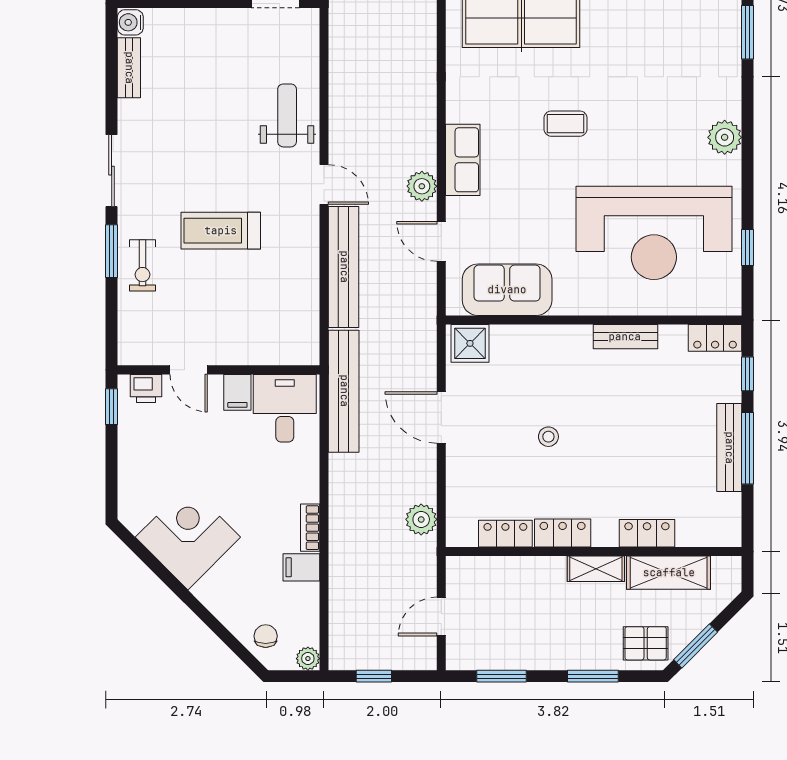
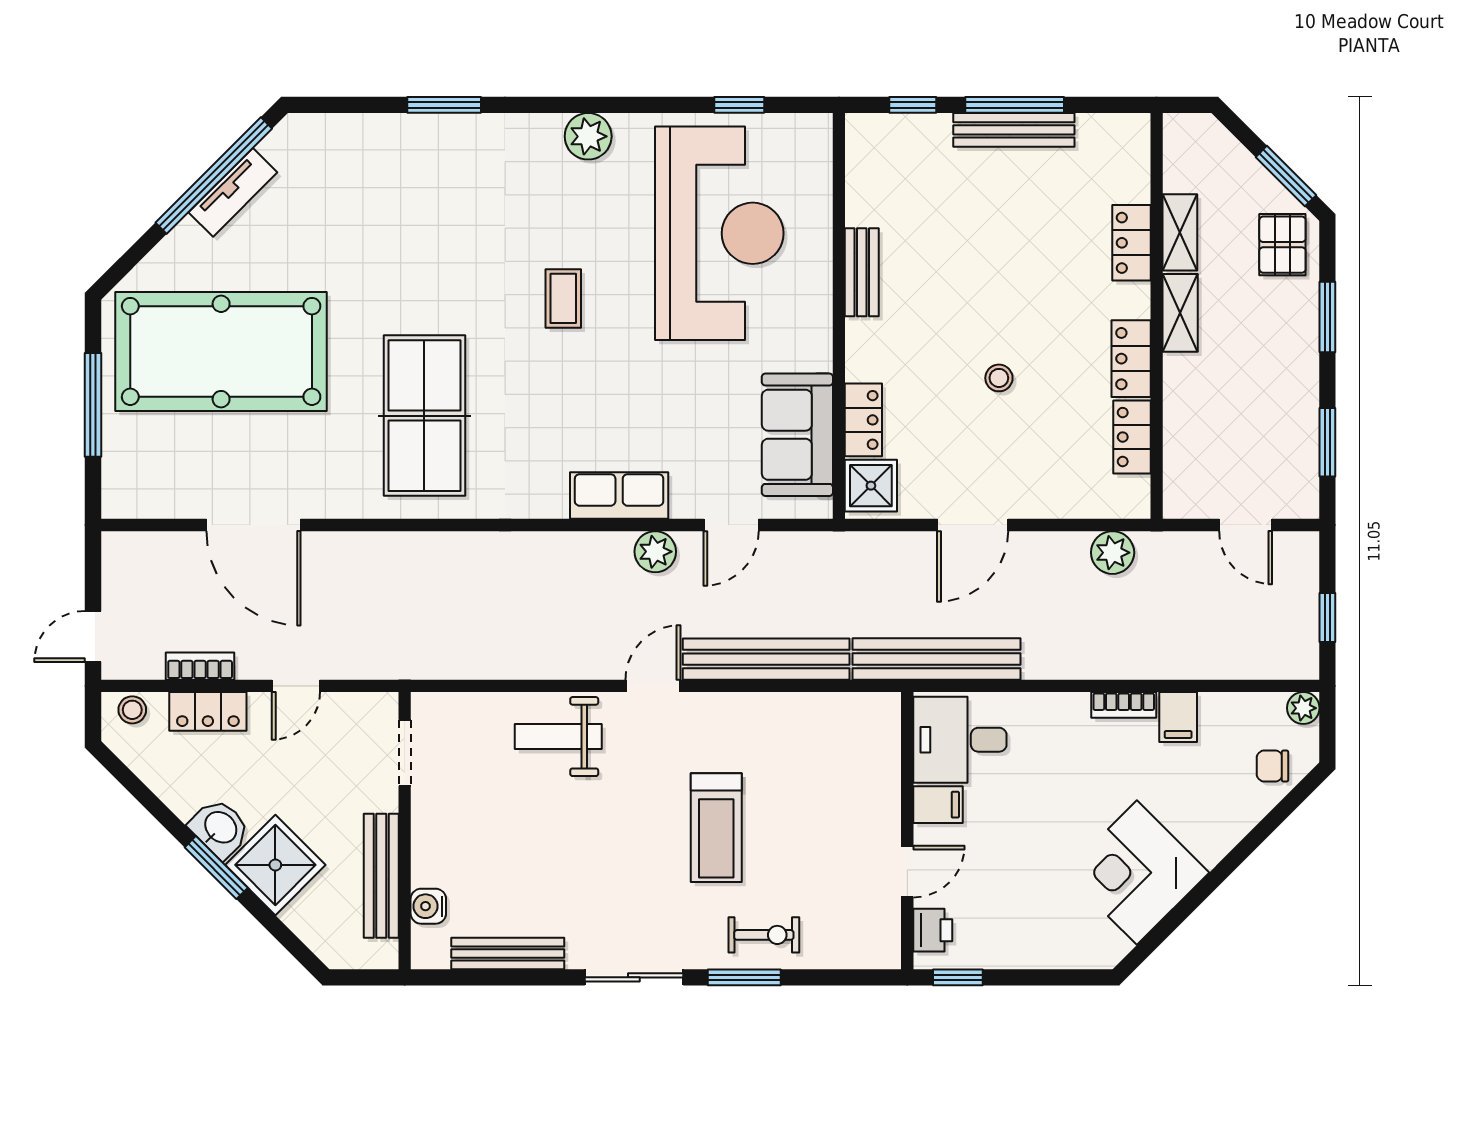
water cooler: (130, 22) -> (428, 906), moved, turned 90
bench: (129, 68) -> (508, 954), width x1.36
coffee table: (566, 124) -> (563, 298), moved
locker: (715, 338) -> (863, 420), moved
shelving: (669, 573) -> (1180, 232), width x0.67, depth x0.75

